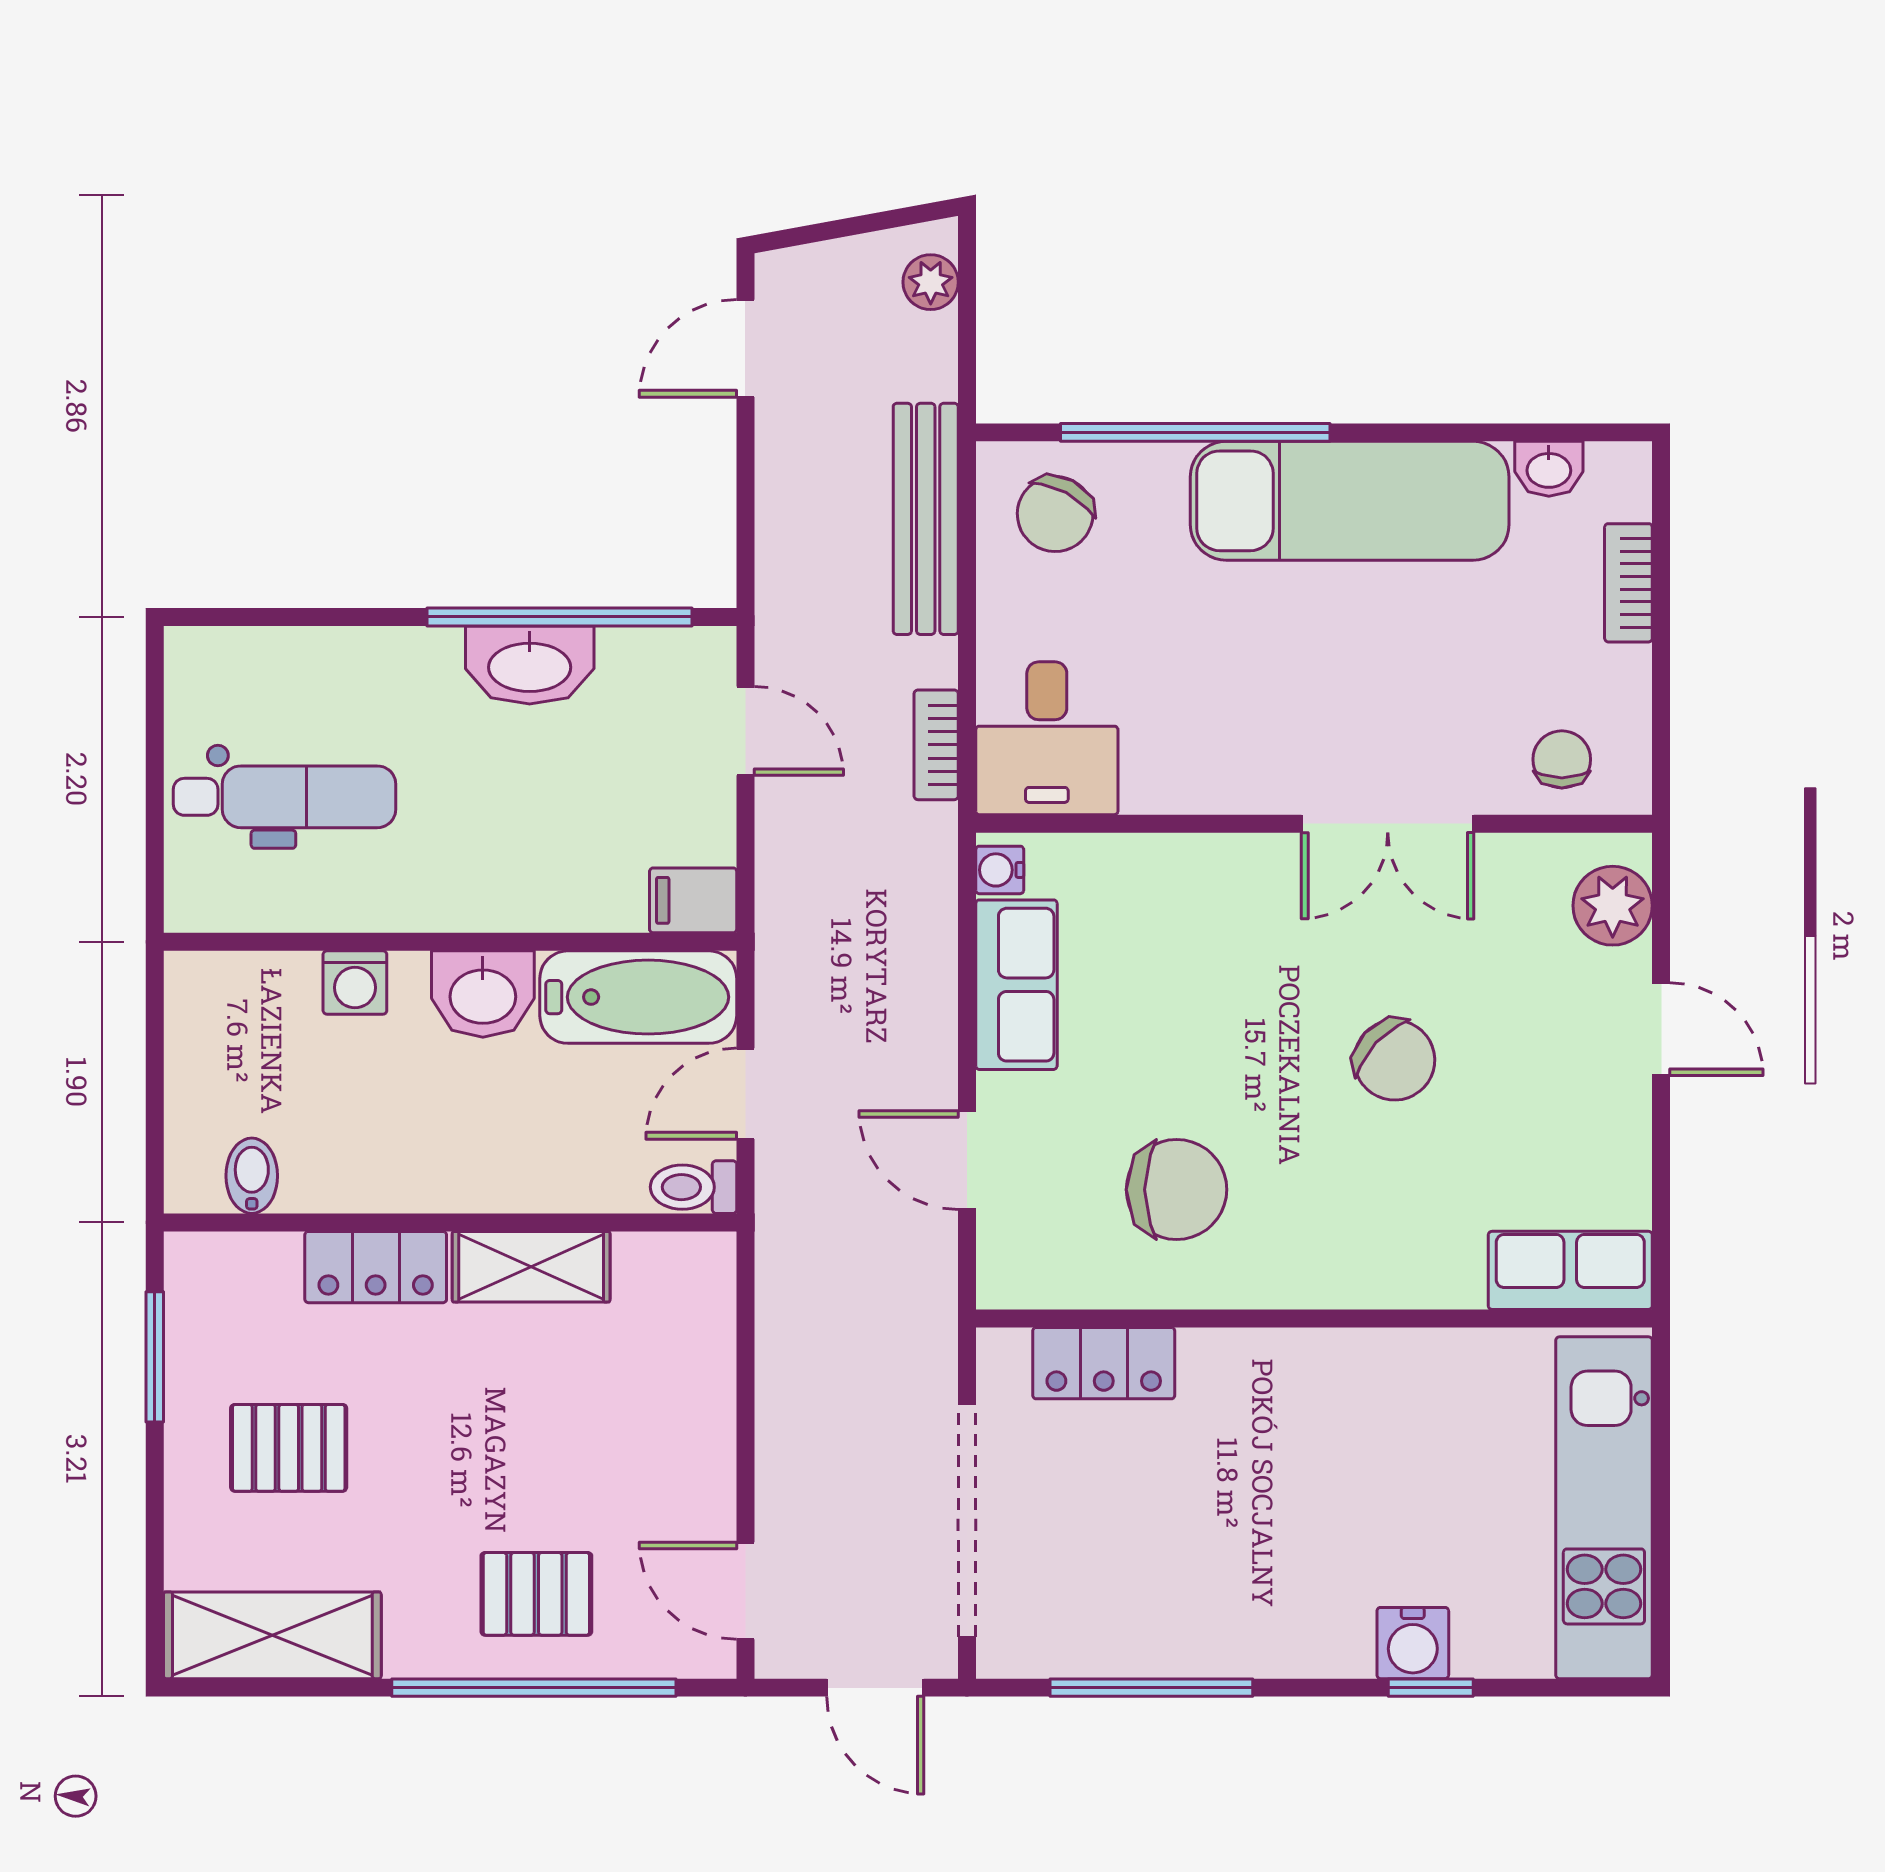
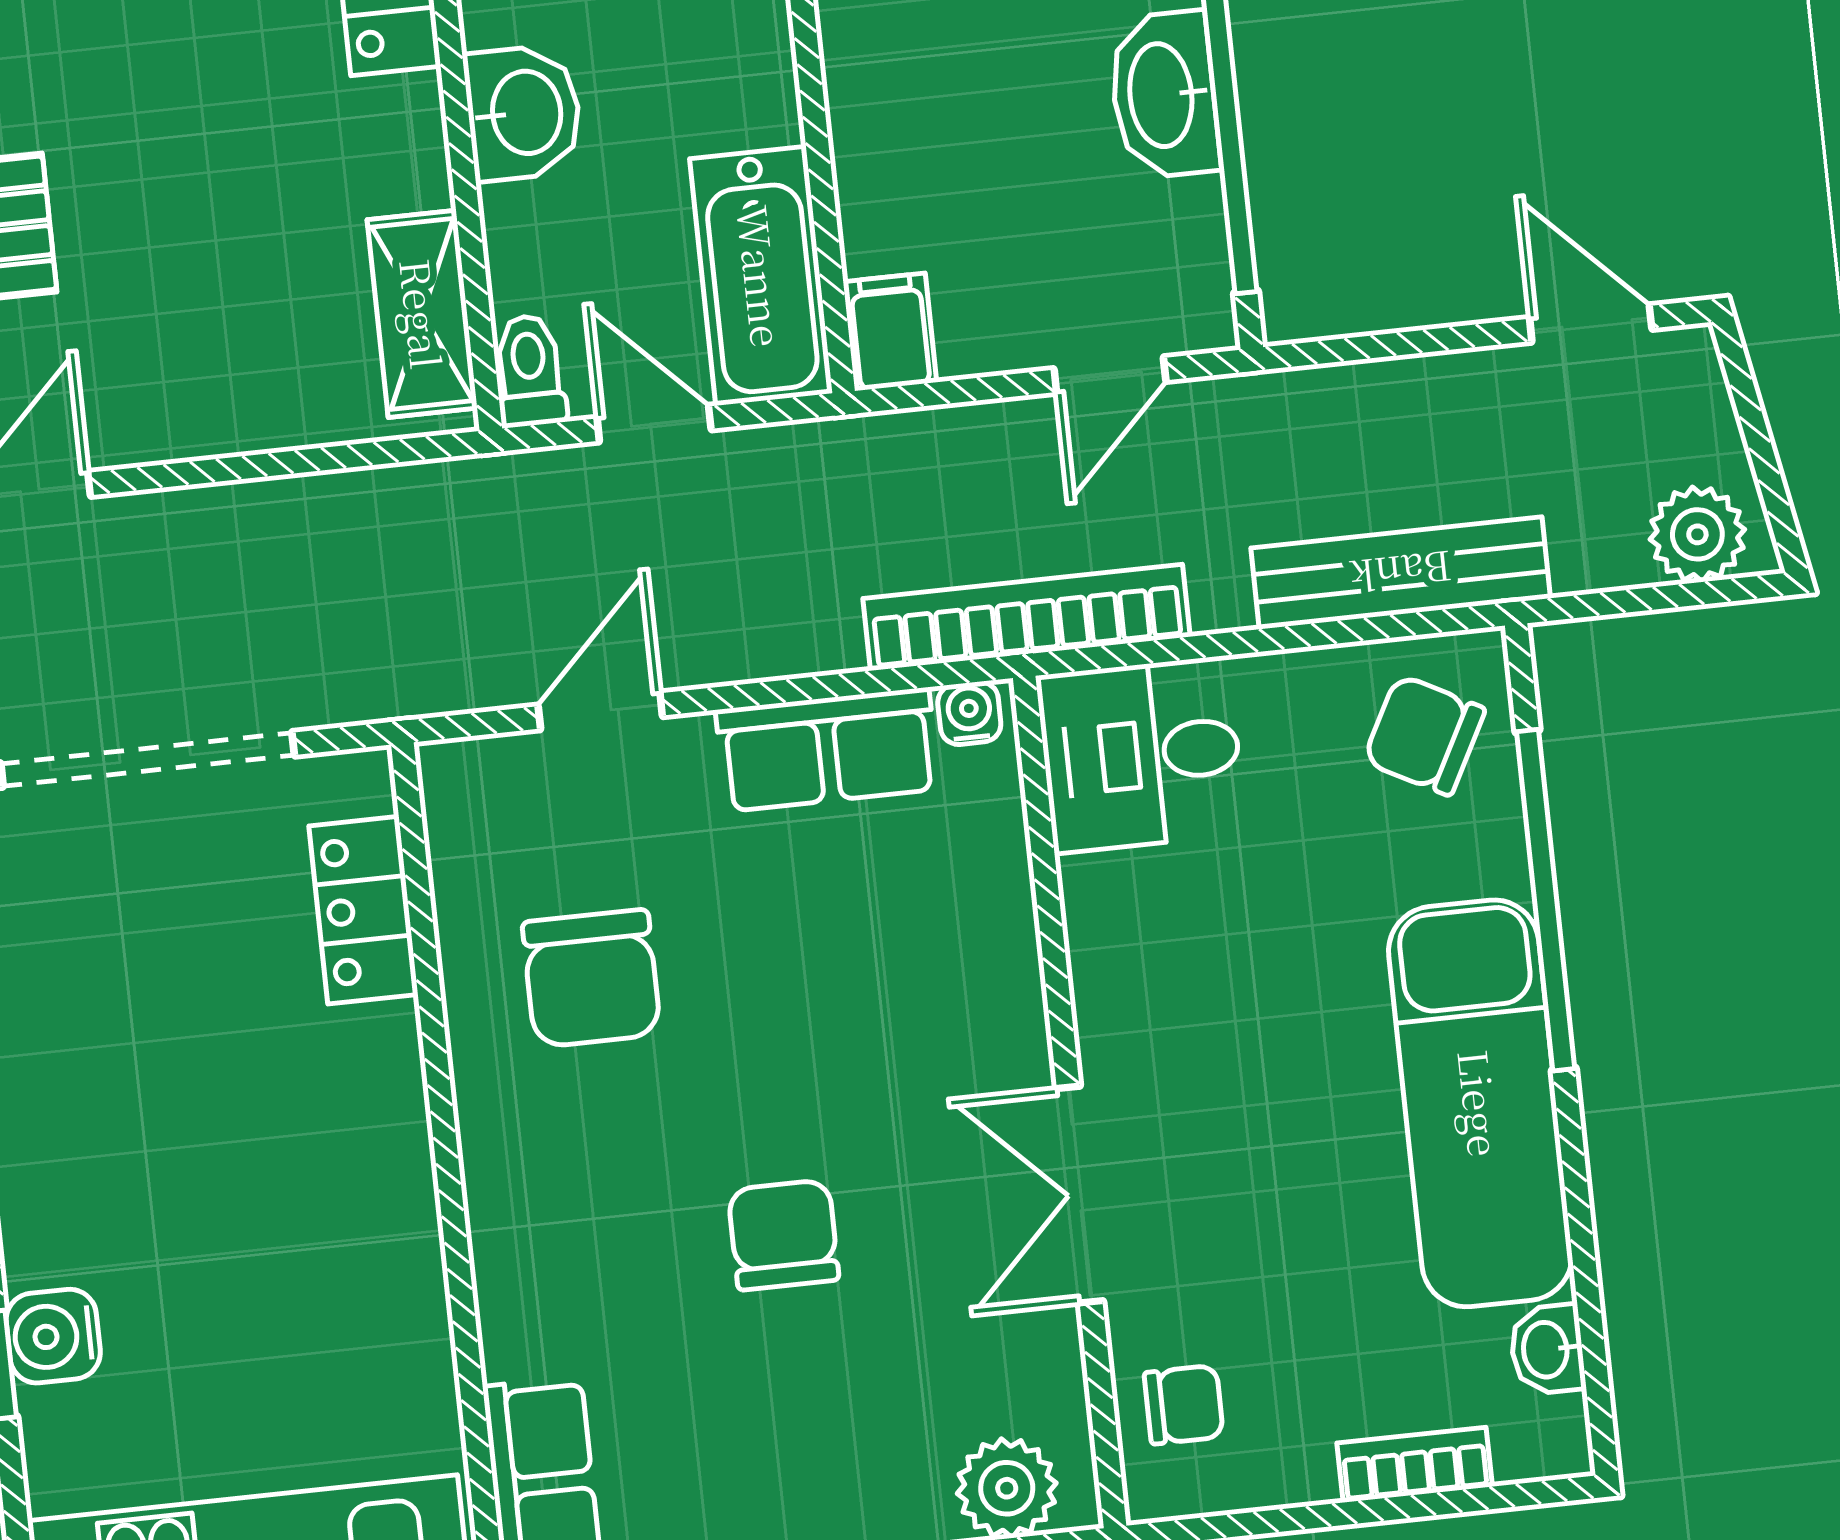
plant: (931, 282) -> (1697, 534), width x1.38, depth x1.38
bookcase: (936, 745) -> (1026, 617), width x2.31, depth x1.31
washbasin: (483, 994) -> (523, 113), moved, turned 180
chair: (1394, 1060) -> (783, 1235), turned 137
shelving: (531, 1267) -> (422, 314), moved

